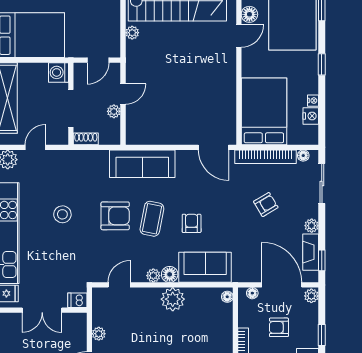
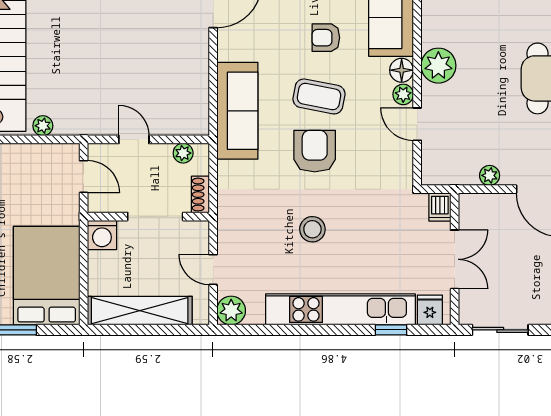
plant: (114, 111) -> (183, 153), moved
door: (119, 285) -> (417, 124), moved

